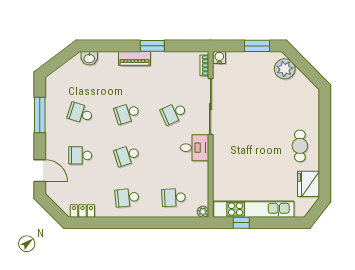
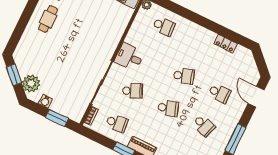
window: (257, 46) -> (57, 118), moved
water cooler: (219, 57) -> (45, 101), moved
window: (307, 69) -> (14, 75), added
school desk: (127, 198) -> (117, 123), moved
locker: (82, 211) -> (226, 44), moved

